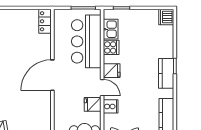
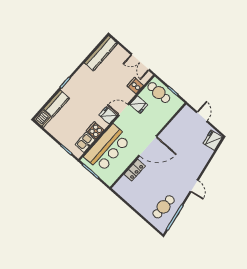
locker: (45, 21) -> (135, 170), moved
kitchen counter: (166, 73) -> (56, 104), moved
door: (102, 88) -> (123, 110), hinge flipped
cooker: (111, 106) -> (135, 86), moved

